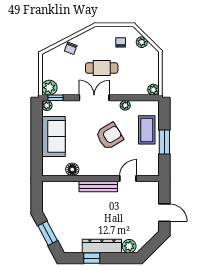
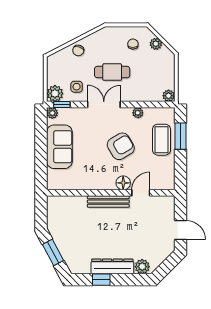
side table: (69, 81) -> (77, 87), added
window: (164, 142) -> (181, 136), moved
floor lamp: (72, 169) -> (123, 183), moved

